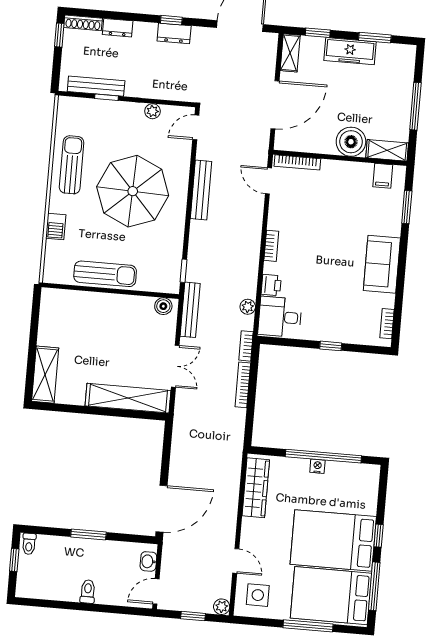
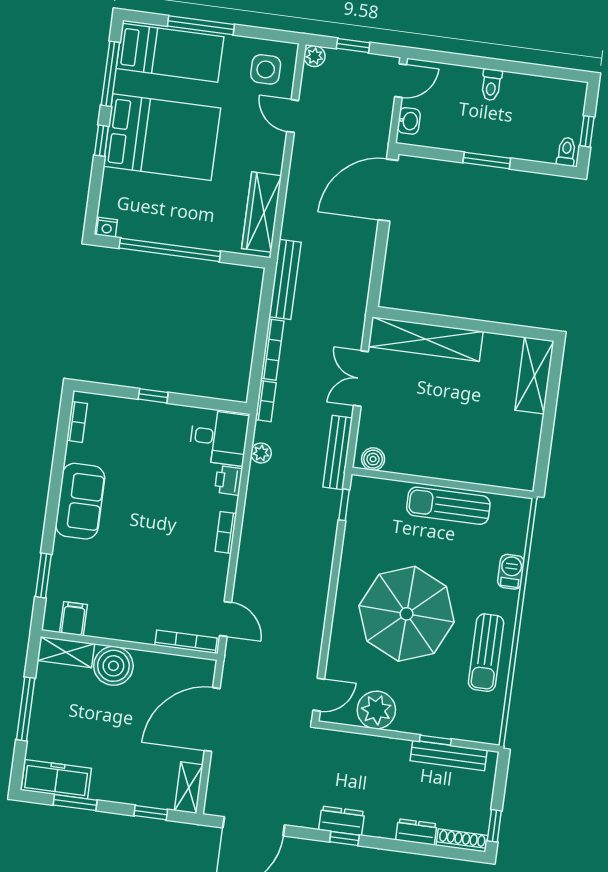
freezer: (350, 51) -> (56, 779), moved
plant: (153, 111) -> (376, 710), width x1.88, depth x1.88
bench: (201, 190) -> (285, 279), moved
nightstand: (317, 466) -> (107, 227), moved
bed: (331, 596) -> (170, 53), width x0.67

